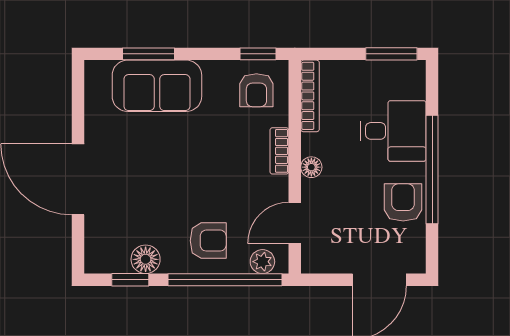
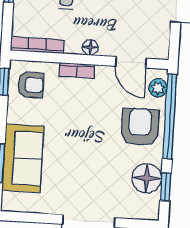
armchair: (208, 241) -> (140, 127), width x1.38, depth x1.38
floor lamp: (146, 259) -> (147, 178), width x1.38, depth x1.38

